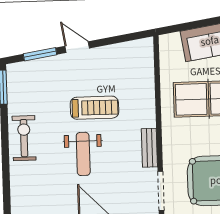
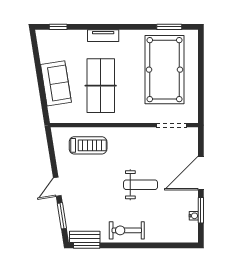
treadmill: (94, 108) -> (88, 145), moved, turned 90
bench: (149, 148) -> (85, 237), moved

